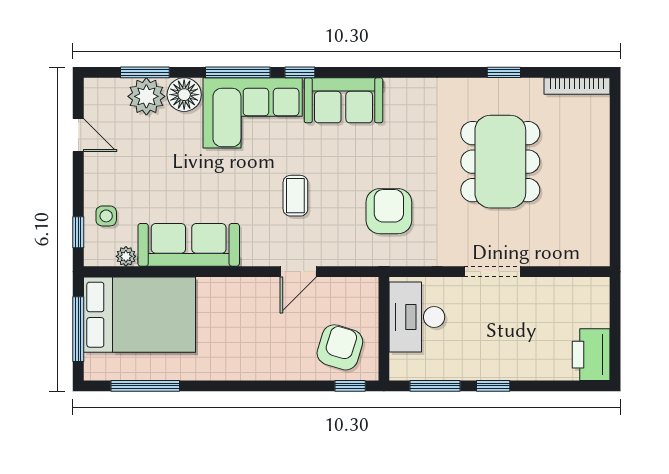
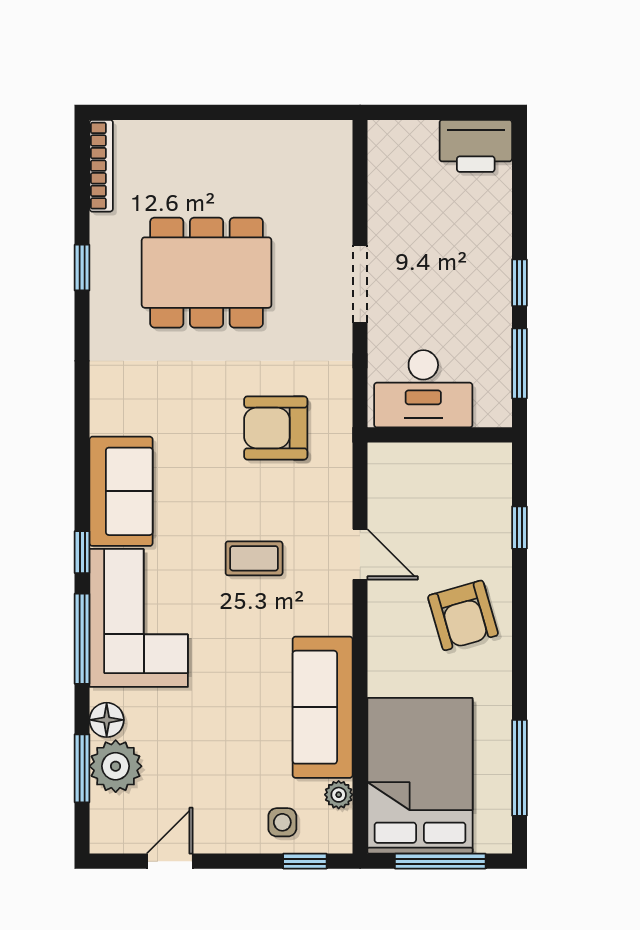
floor lamp: (184, 95) -> (107, 720), width x0.73, depth x0.73
armchair: (340, 347) -> (463, 615), moved, turned -123
window: (350, 386) -> (519, 528), moved

